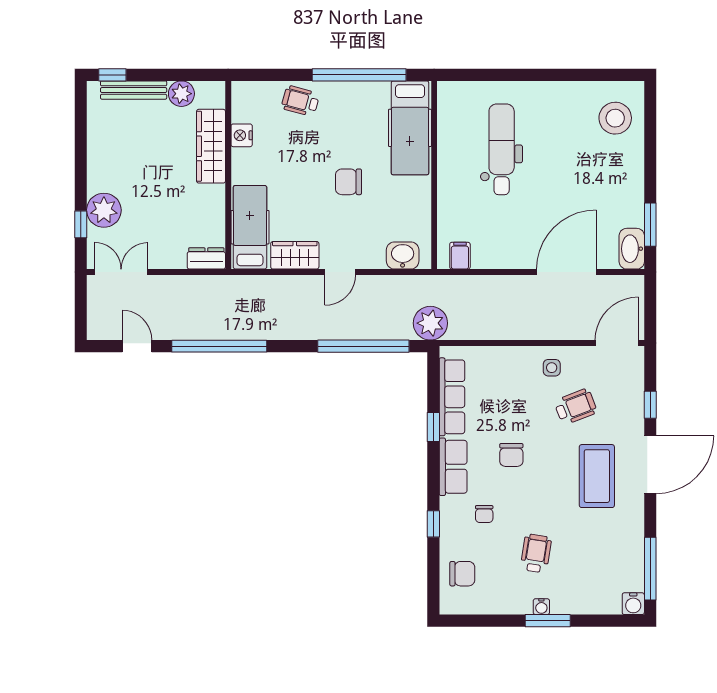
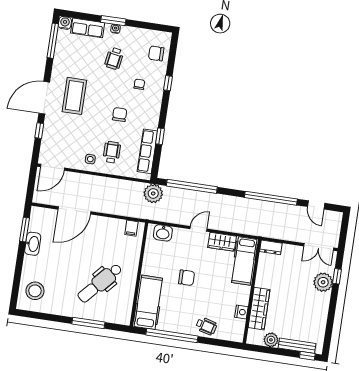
window: (511, 75) -> (88, 323), added
dental chair: (502, 149) -> (100, 283), turned 42
washbasin: (632, 249) -> (33, 244), moved
wheelchair: (576, 407) -> (112, 152), moved, turned 111
row of seats: (453, 467) -> (88, 28), moved, turned -90

